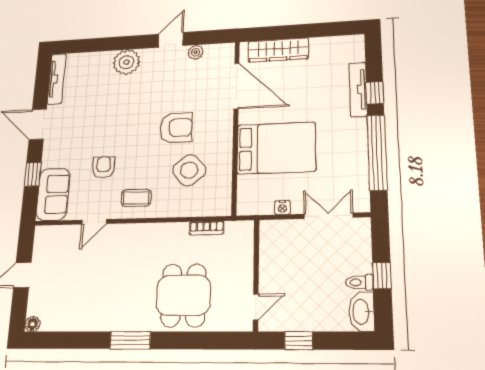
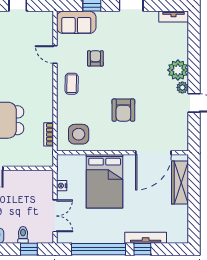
plant: (196, 52) -> (182, 87), moved
tv unit: (57, 79) -> (174, 17), width x0.71
armchair: (104, 167) -> (95, 58), turned -90
side table: (189, 170) -> (79, 134), moved, turned 38
window: (382, 276) -> (29, 249), moved
toilet: (359, 282) -> (23, 235), moved

